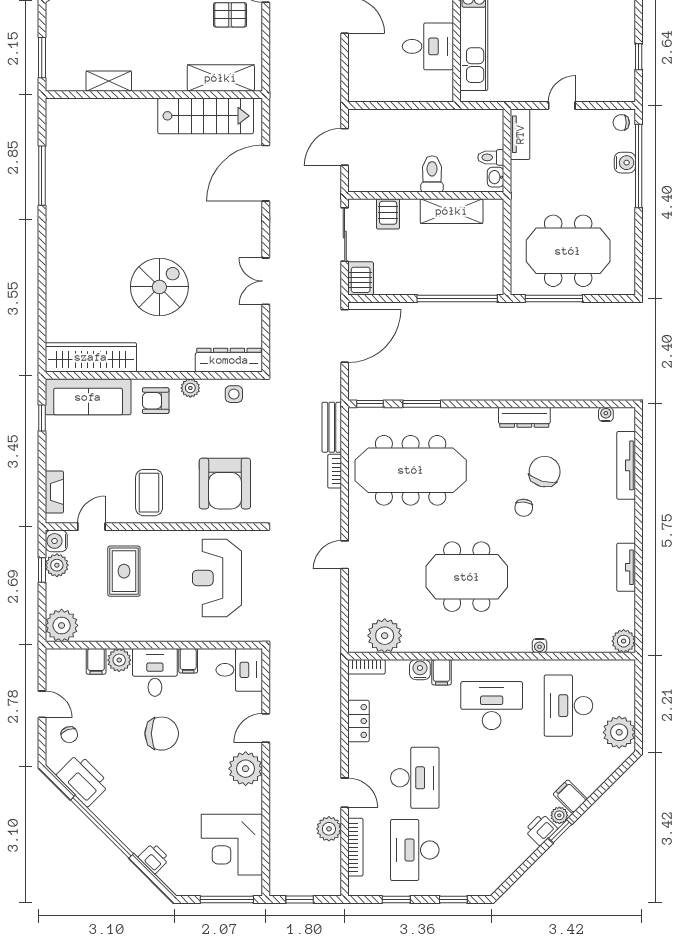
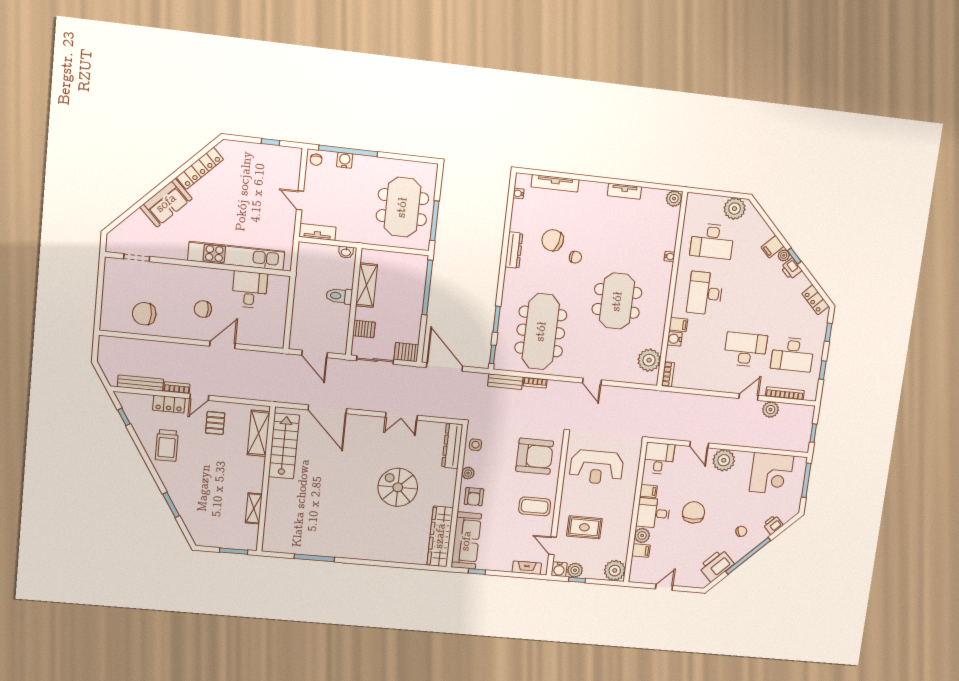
toilet: (491, 157) -> (332, 254), removed
locker: (359, 721) -> (815, 300), moved, turned -135
chair: (69, 735) -> (741, 531), moved

